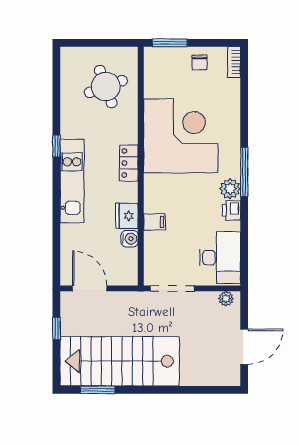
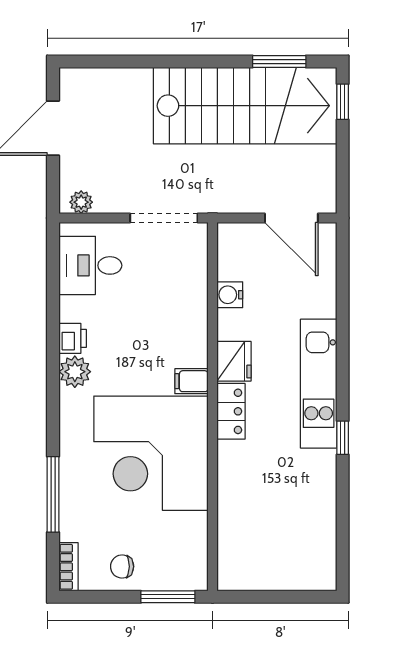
chair: (199, 62) -> (122, 567), turned -89
round table: (106, 87) -> (267, 529), removed
window: (244, 172) -> (53, 494), moved
fridge: (127, 216) -> (234, 361), moved
filing cabinet: (154, 222) -> (191, 381), moved
desk: (220, 258) -> (90, 265), width x0.73
window: (56, 328) -> (343, 102), moved

